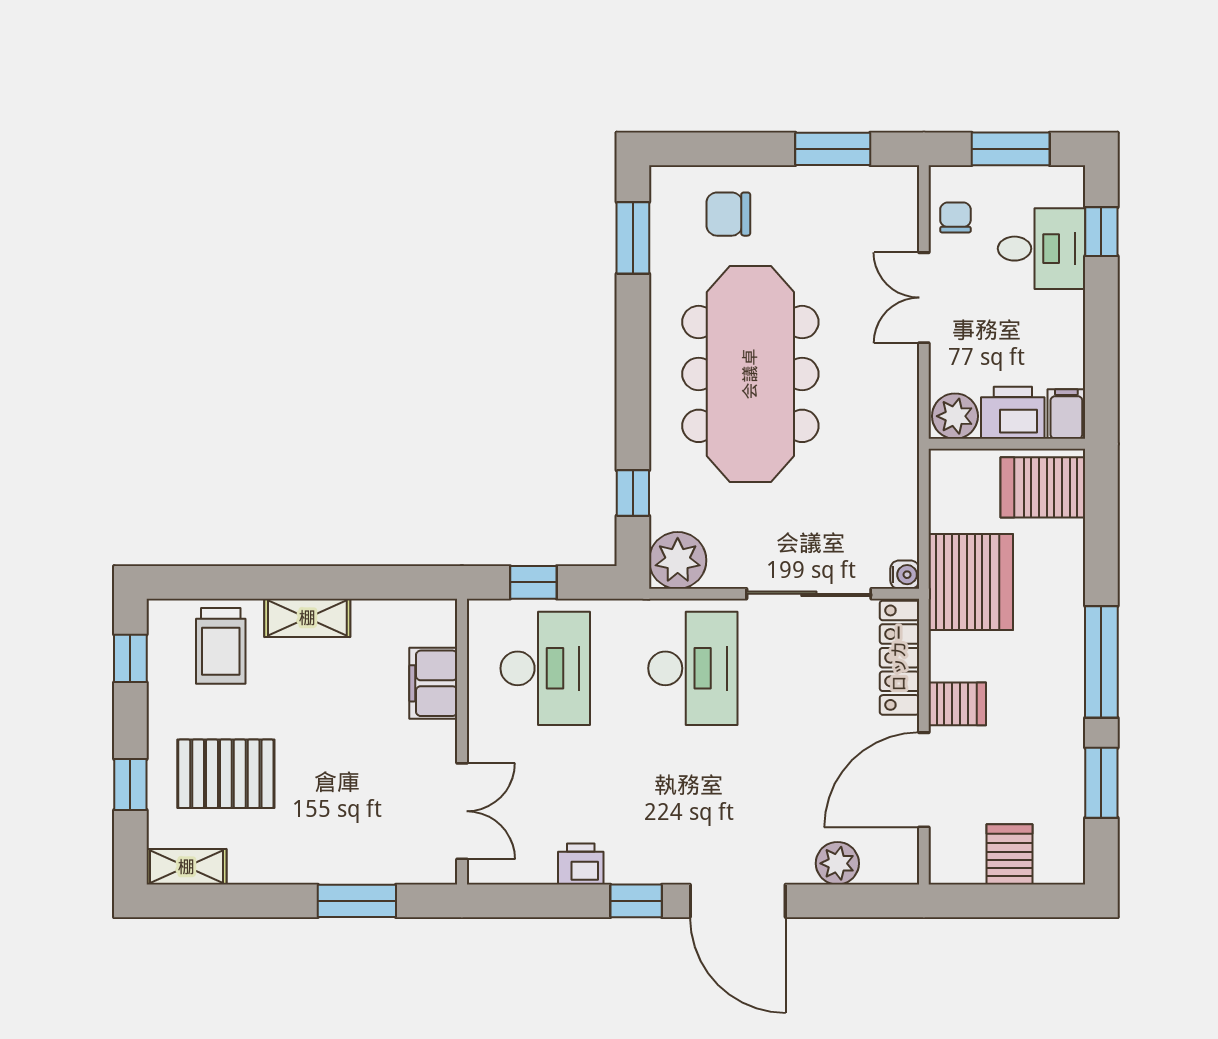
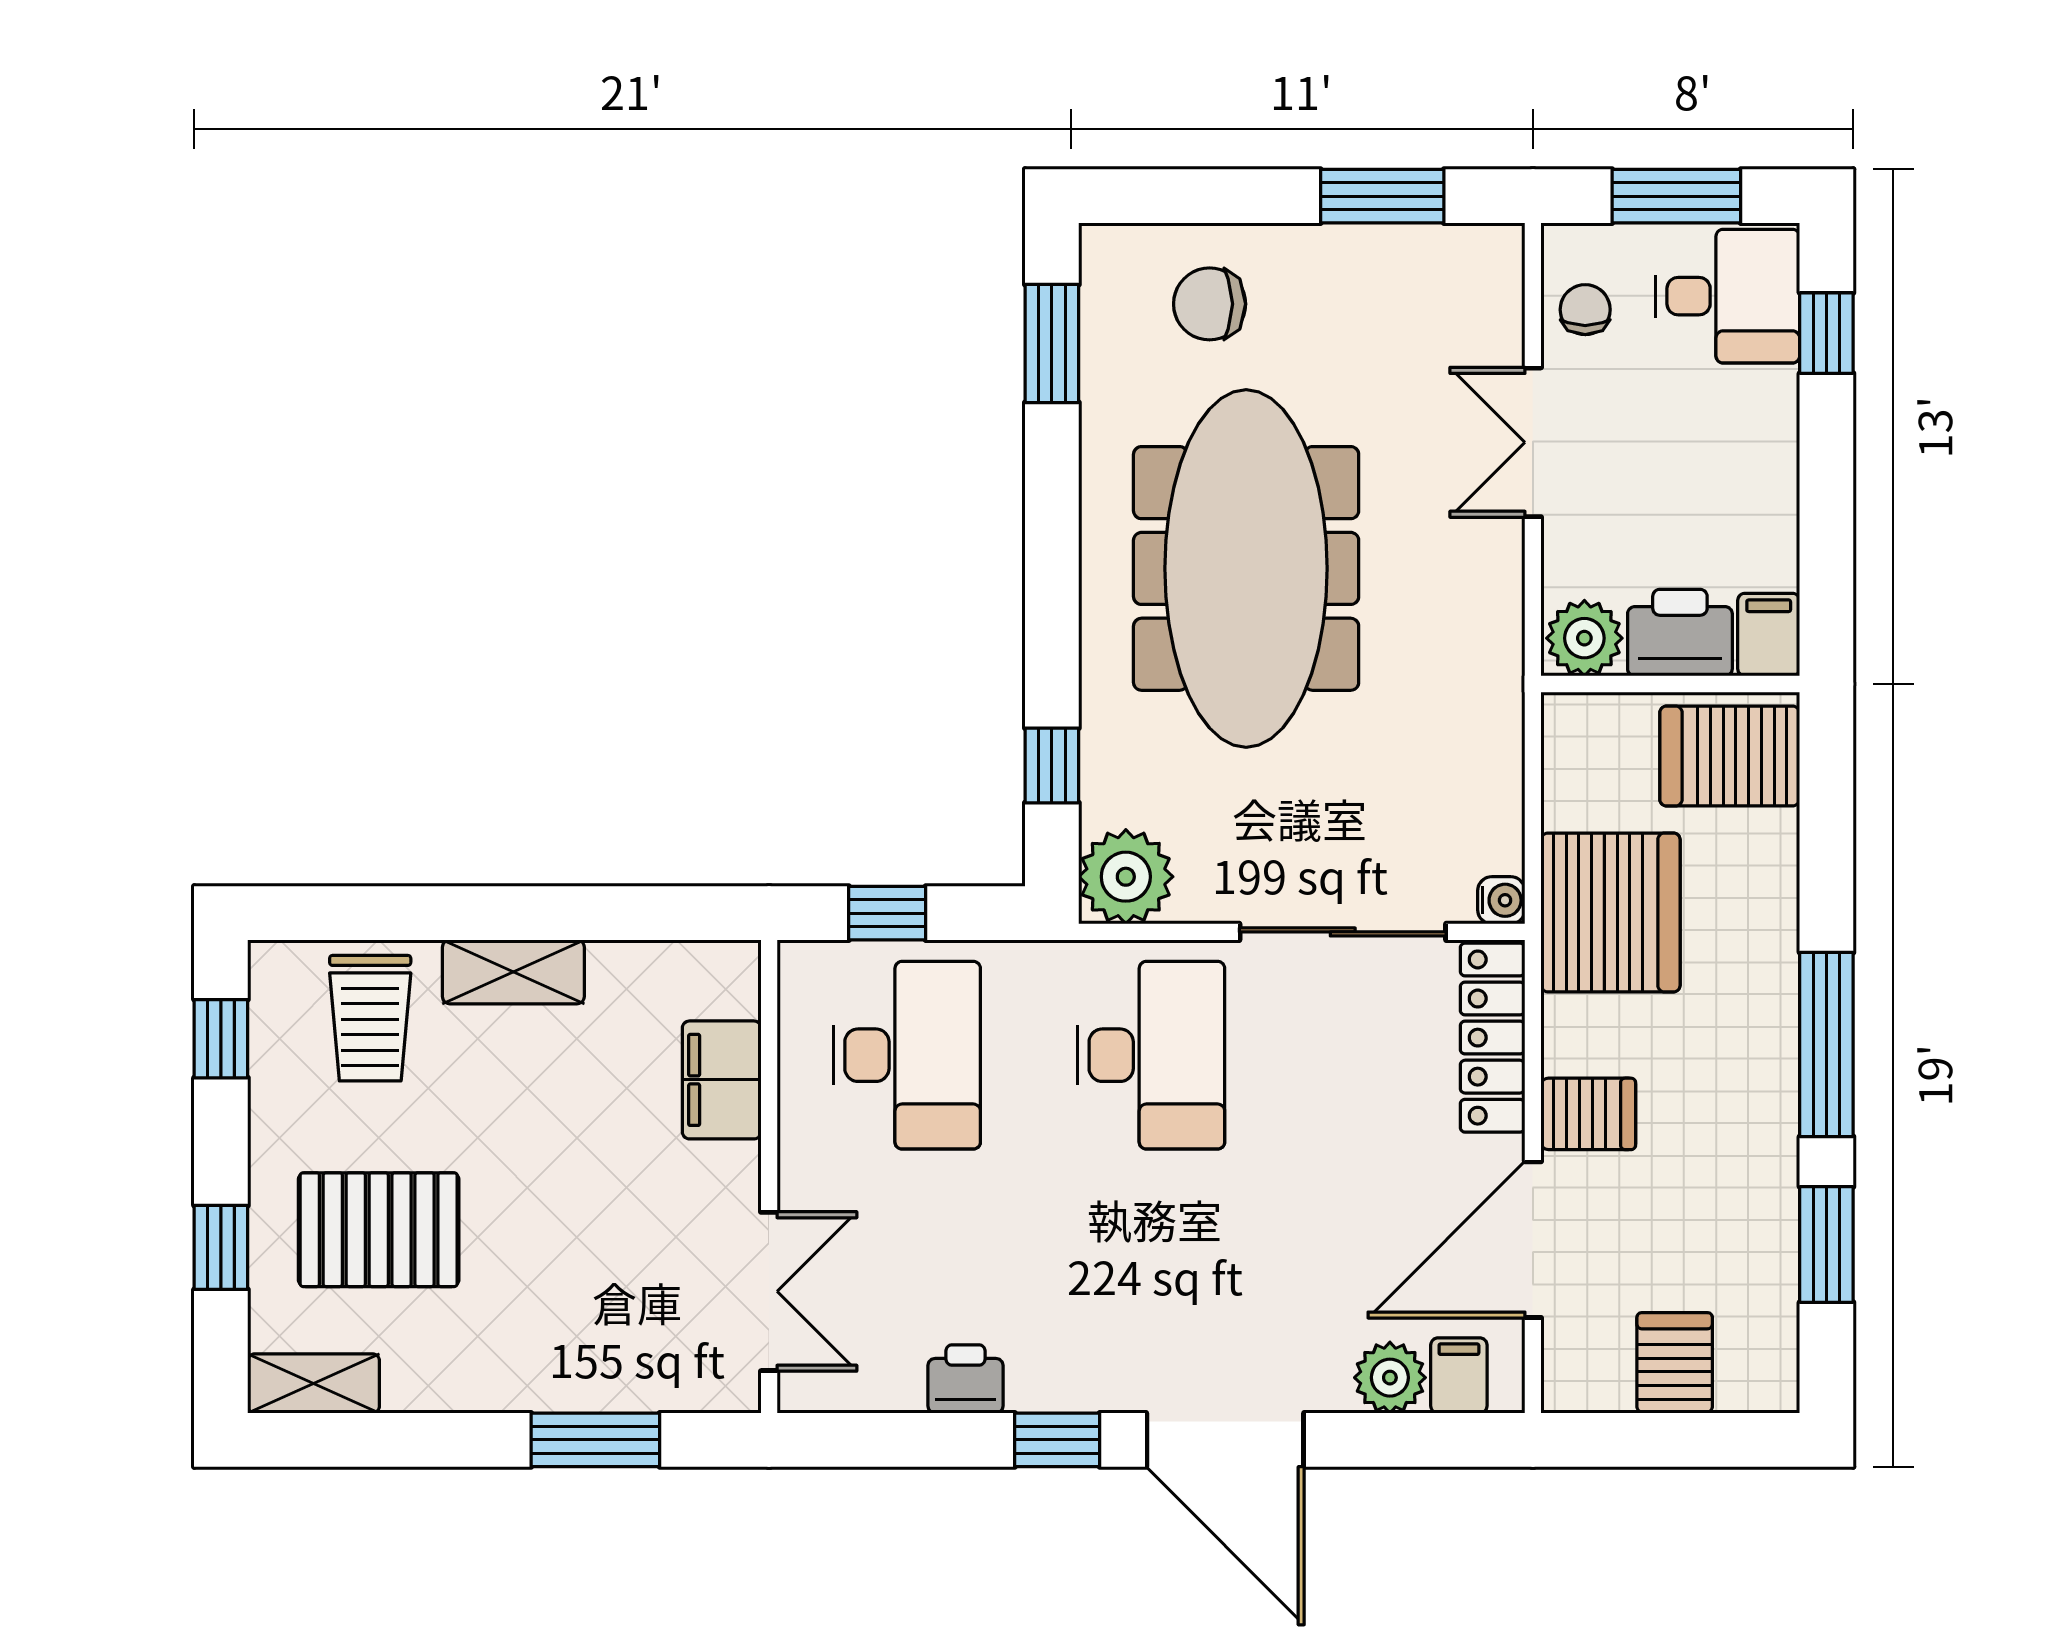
desk: (1042, 249) -> (1728, 296), moved
filing cabinet: (879, 862) -> (1459, 1375), added

